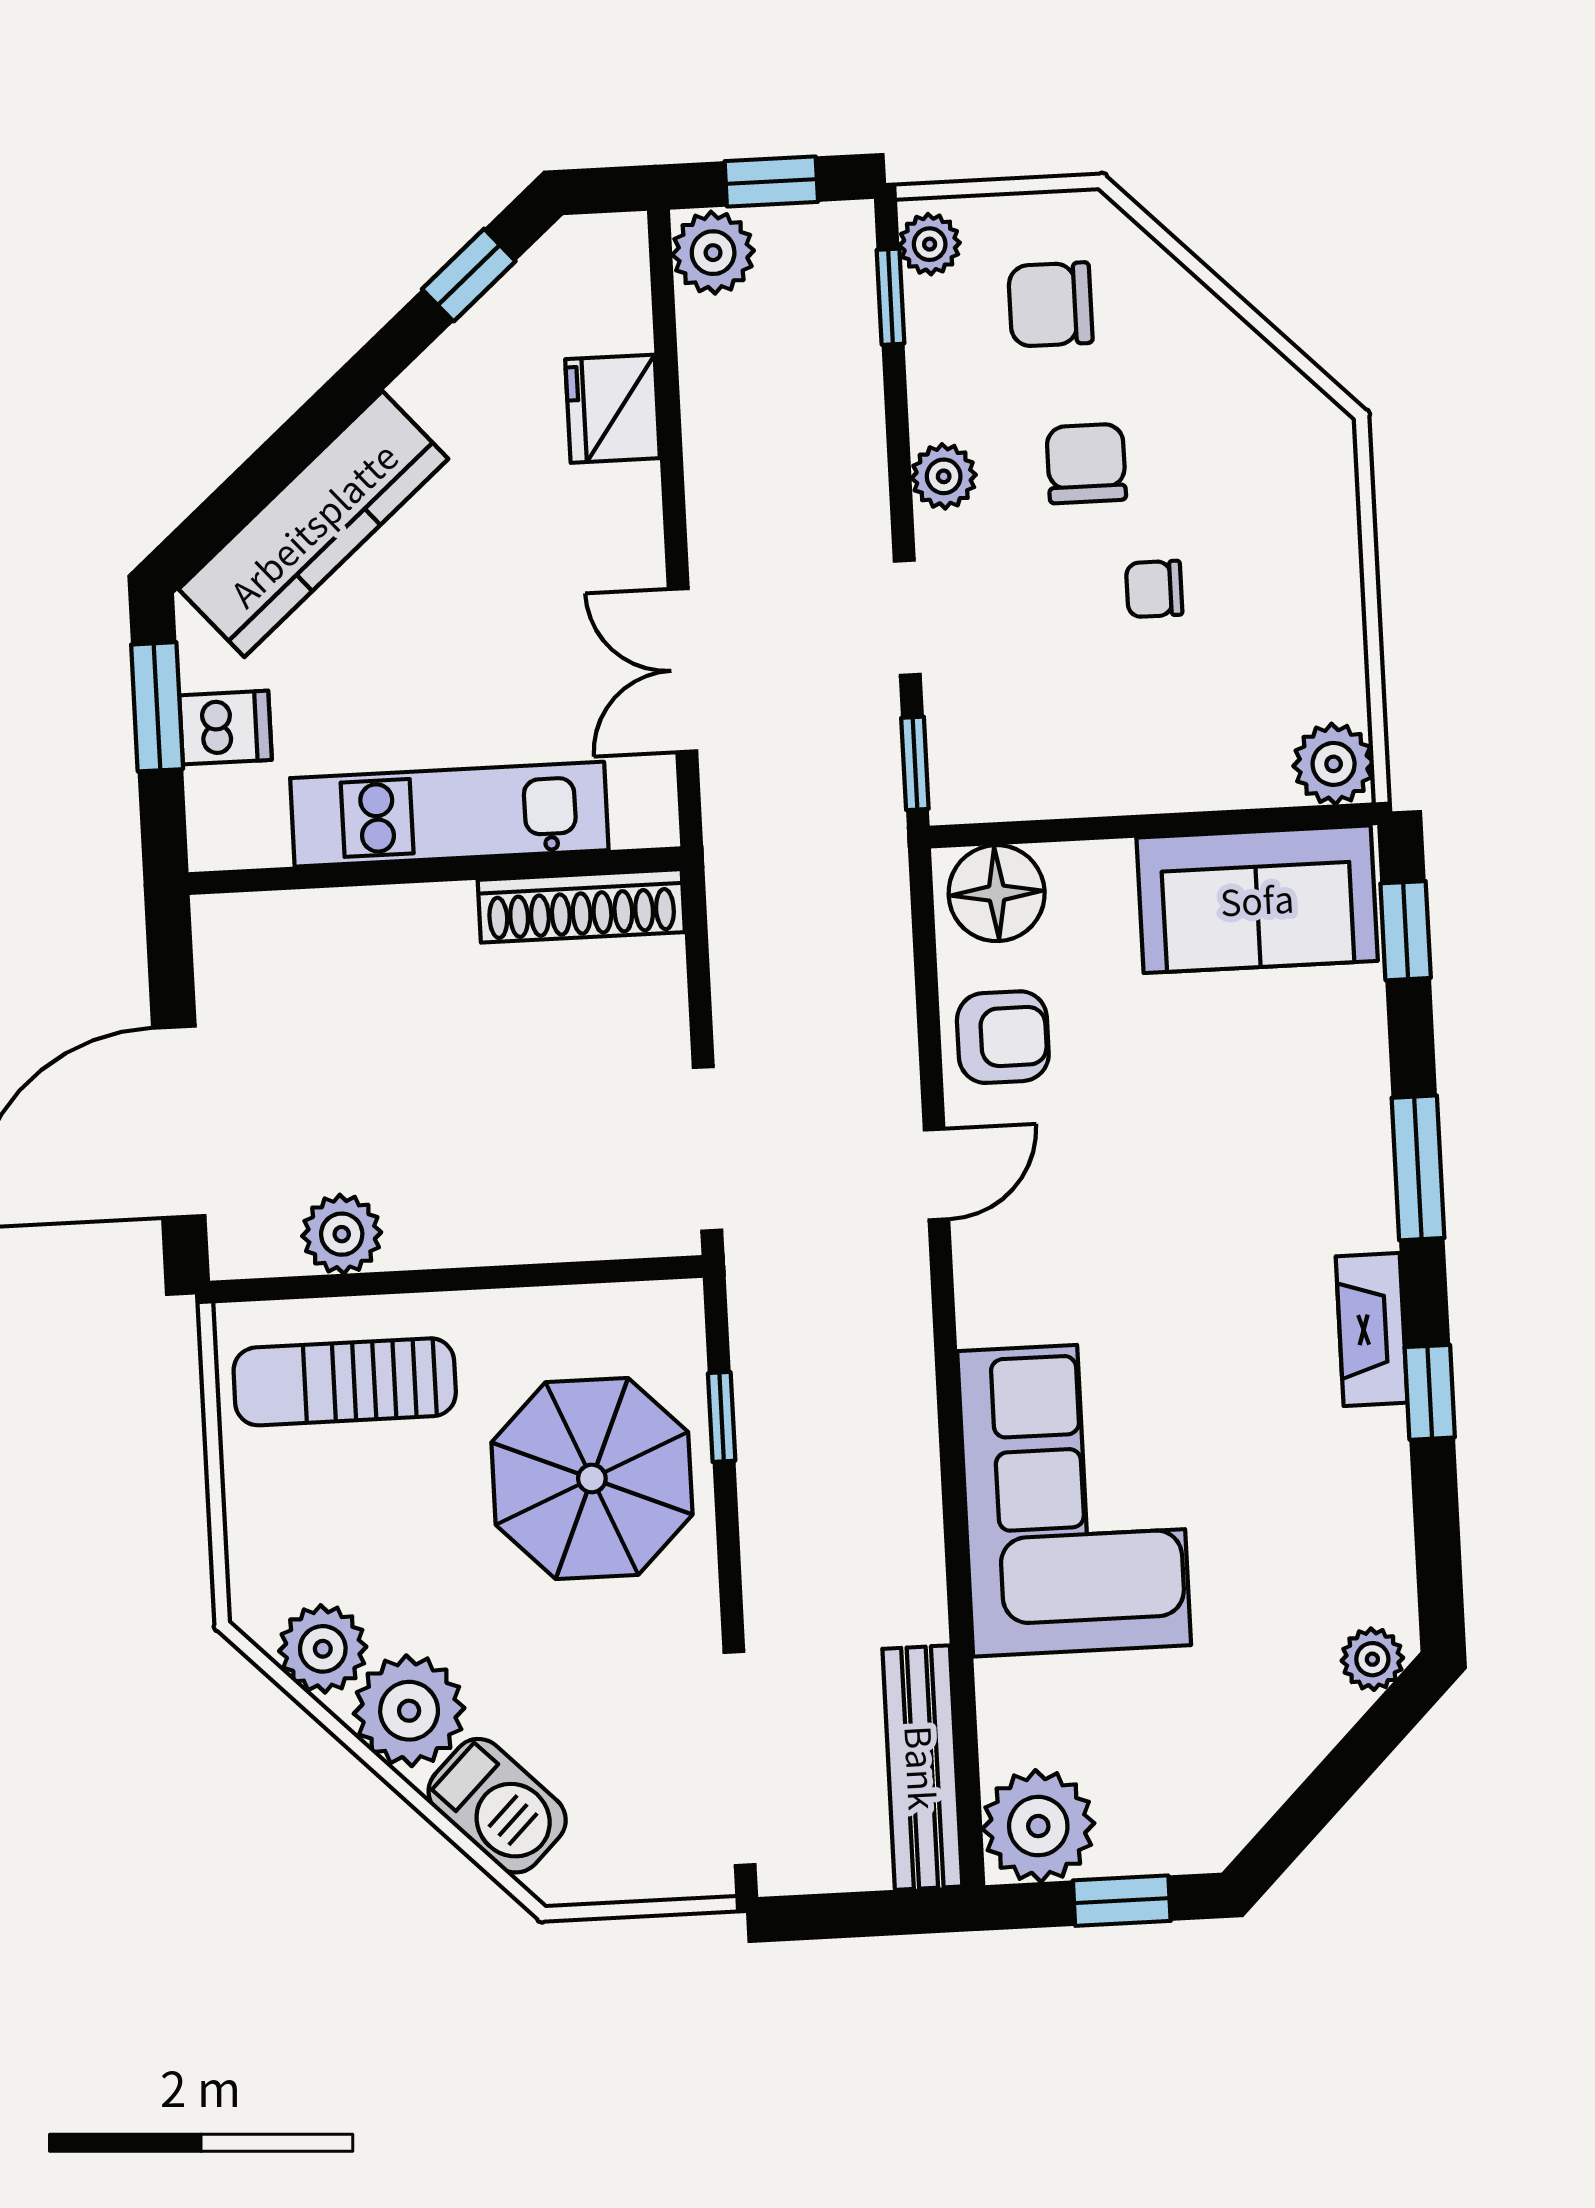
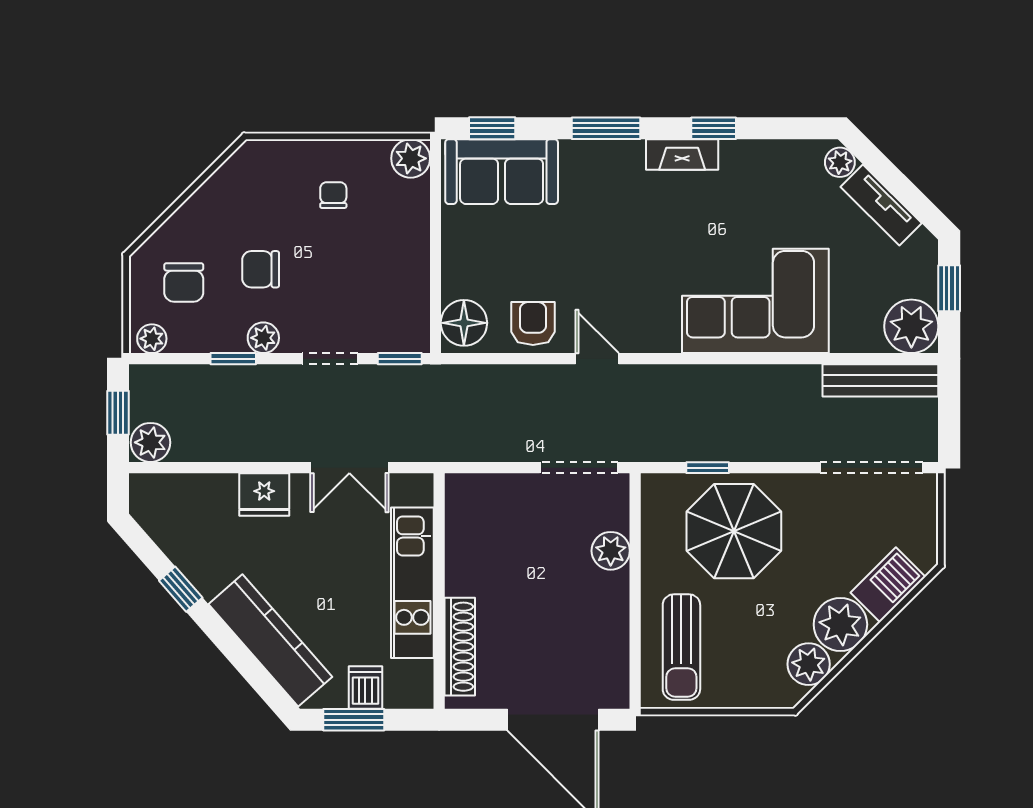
window: (469, 275) -> (181, 589), moved
window: (891, 297) -> (233, 359), moved
fridge: (613, 409) -> (264, 494), moved
chair: (1154, 589) -> (333, 195), moved, turned 180
sofa: (1257, 899) -> (502, 172), moved, turned 90
shoe rack: (581, 906) -> (460, 647), moved
plant: (342, 1234) -> (611, 551), moved
tv unit: (1288, 1750) -> (881, 205), added

